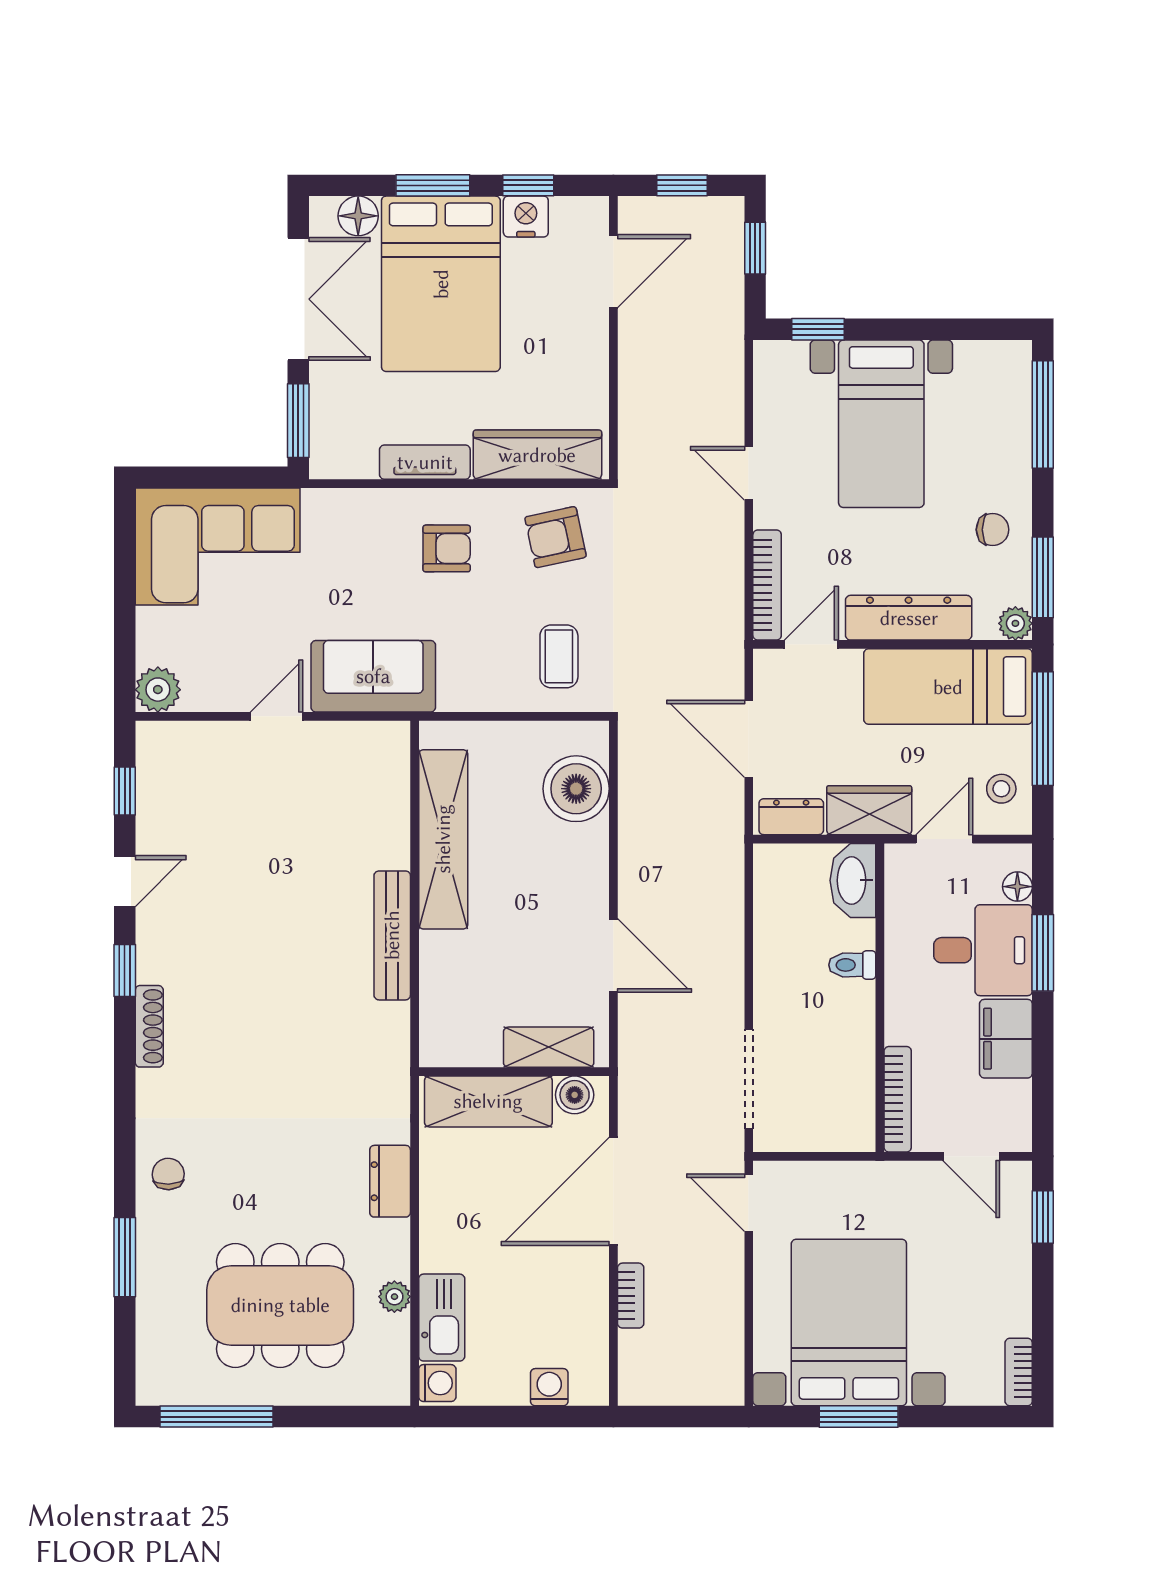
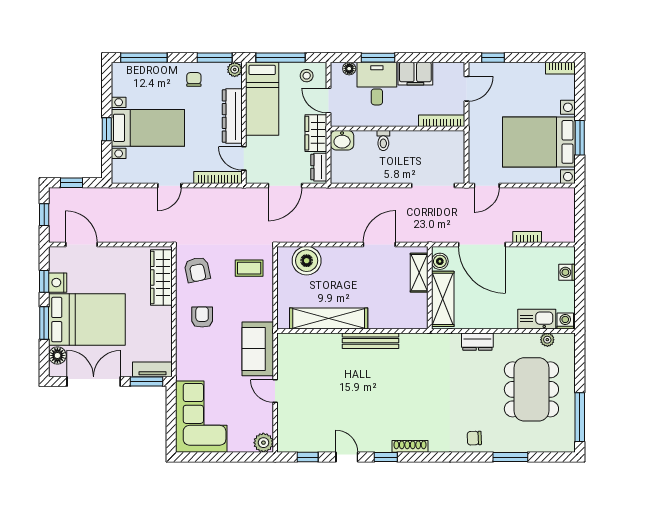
window: (818, 329) -> (107, 129), moved
tv unit: (425, 462) -> (152, 369), moved, turned 90
washbasin: (853, 880) -> (342, 140), width x0.72
plant: (394, 1297) -> (547, 340), moved

